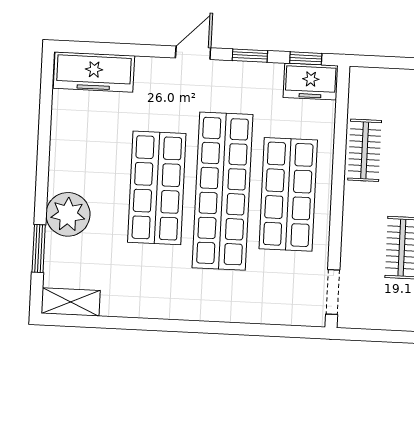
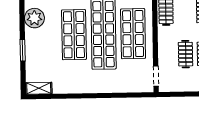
plant: (68, 214) -> (34, 18), moved
window: (39, 248) -> (23, 50), moved

